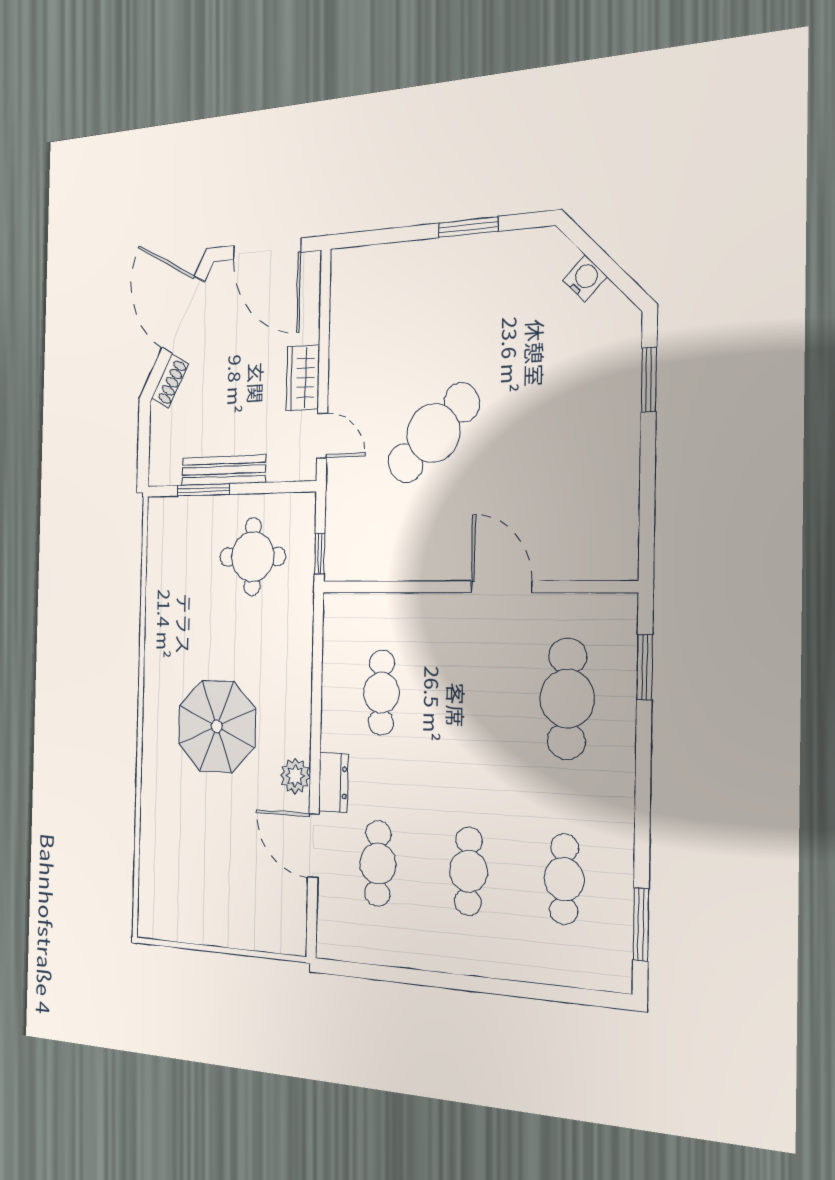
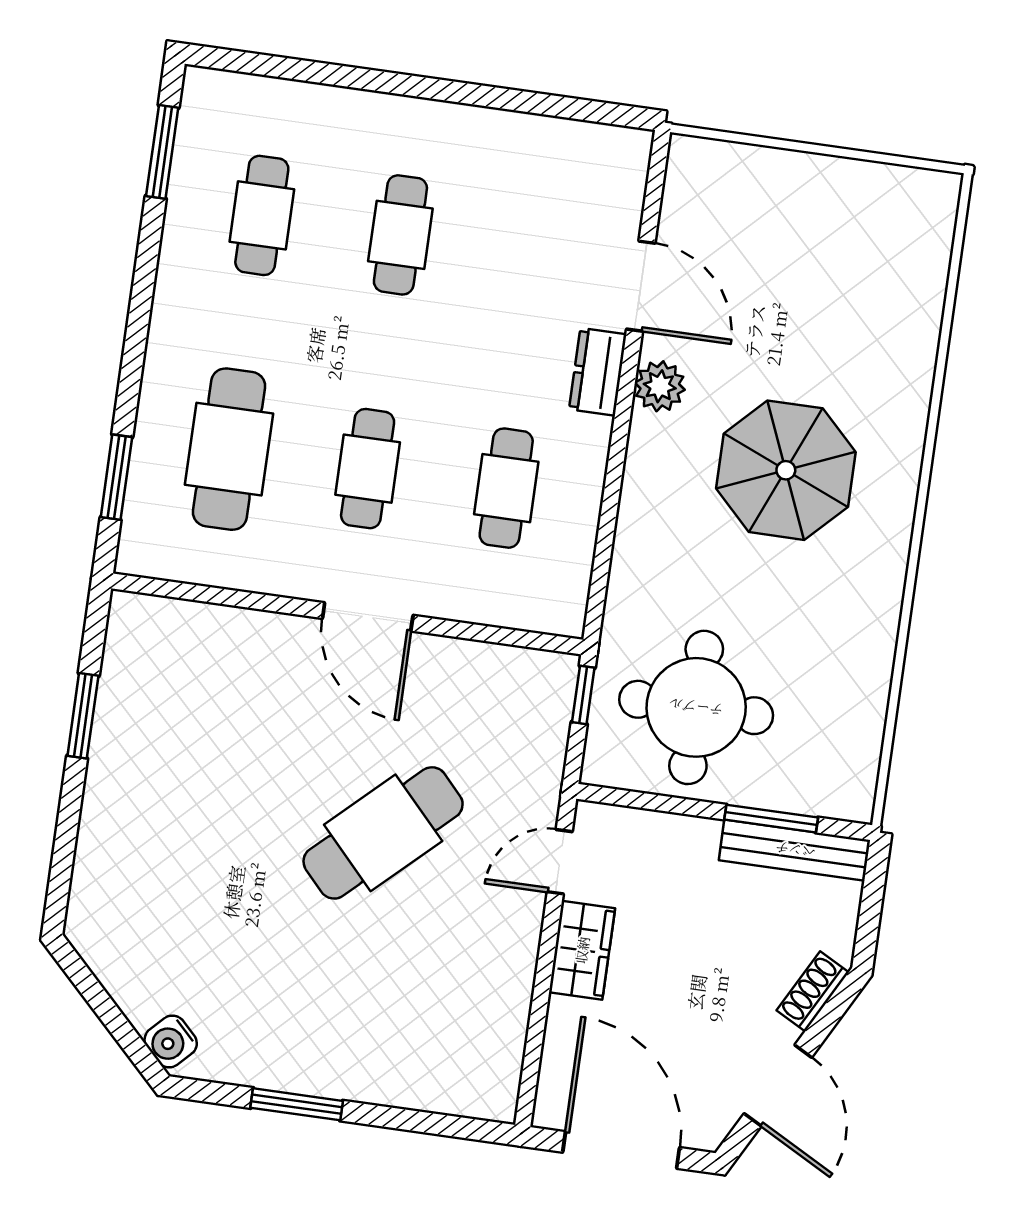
water cooler: (585, 278) -> (171, 1041), moved
door: (183, 315) -> (778, 1085), width x0.73
window: (649, 380) -> (83, 716), moved
door: (322, 436) -> (560, 862), hinge flipped
bench: (223, 470) -> (795, 850), moved
round table: (253, 557) -> (696, 707), width x1.36, depth x1.36
door: (501, 587) -> (368, 617), moved
cafe table: (378, 864) -> (368, 469), moved

